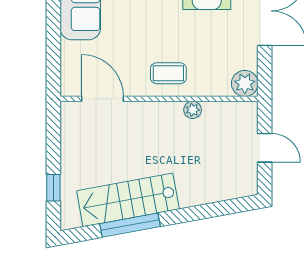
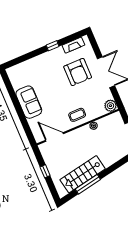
window: (53, 188) -> (45, 171), moved

